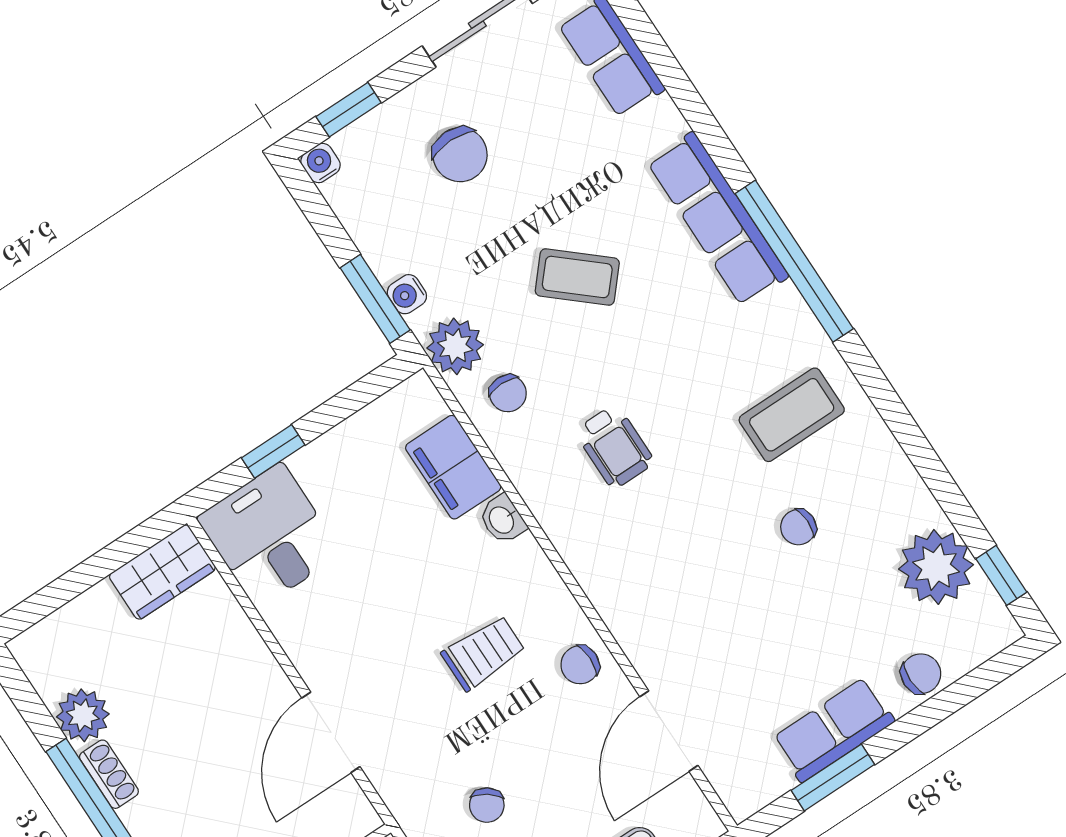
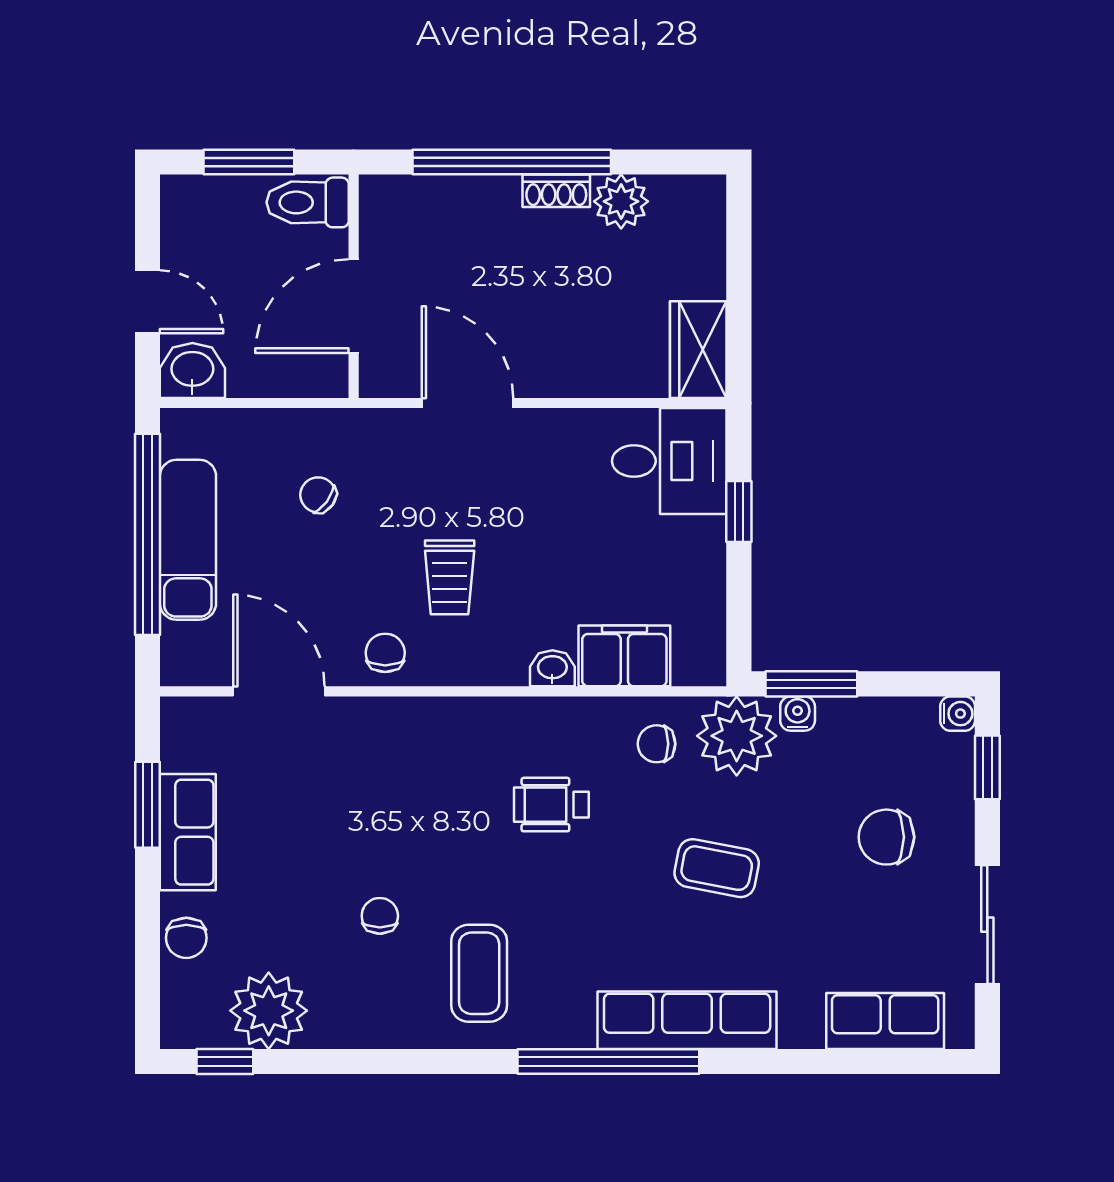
coffee table: (577, 277) -> (717, 868), turned 60
plant: (455, 346) -> (737, 736), width x1.36, depth x1.36

